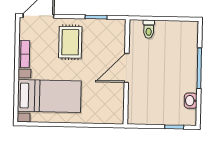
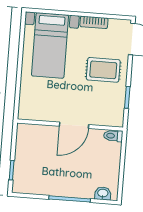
toilet: (149, 29) -> (113, 136), moved
door: (127, 68) -> (74, 125), swing flipped
washbasin: (191, 101) -> (103, 193), moved

